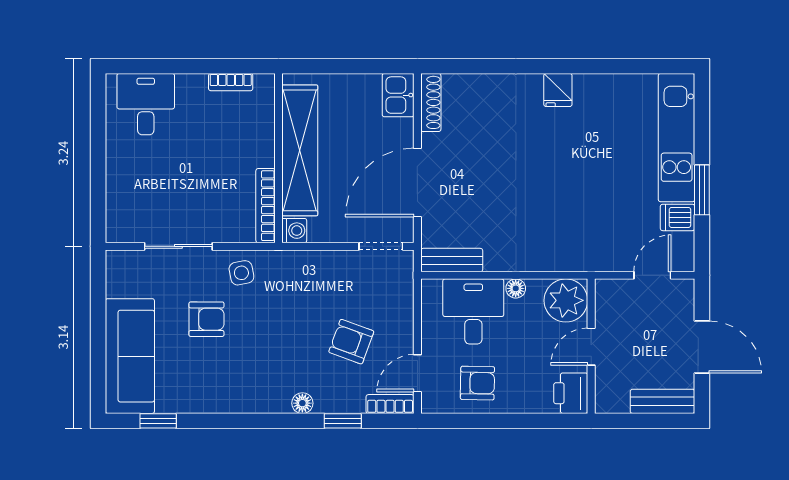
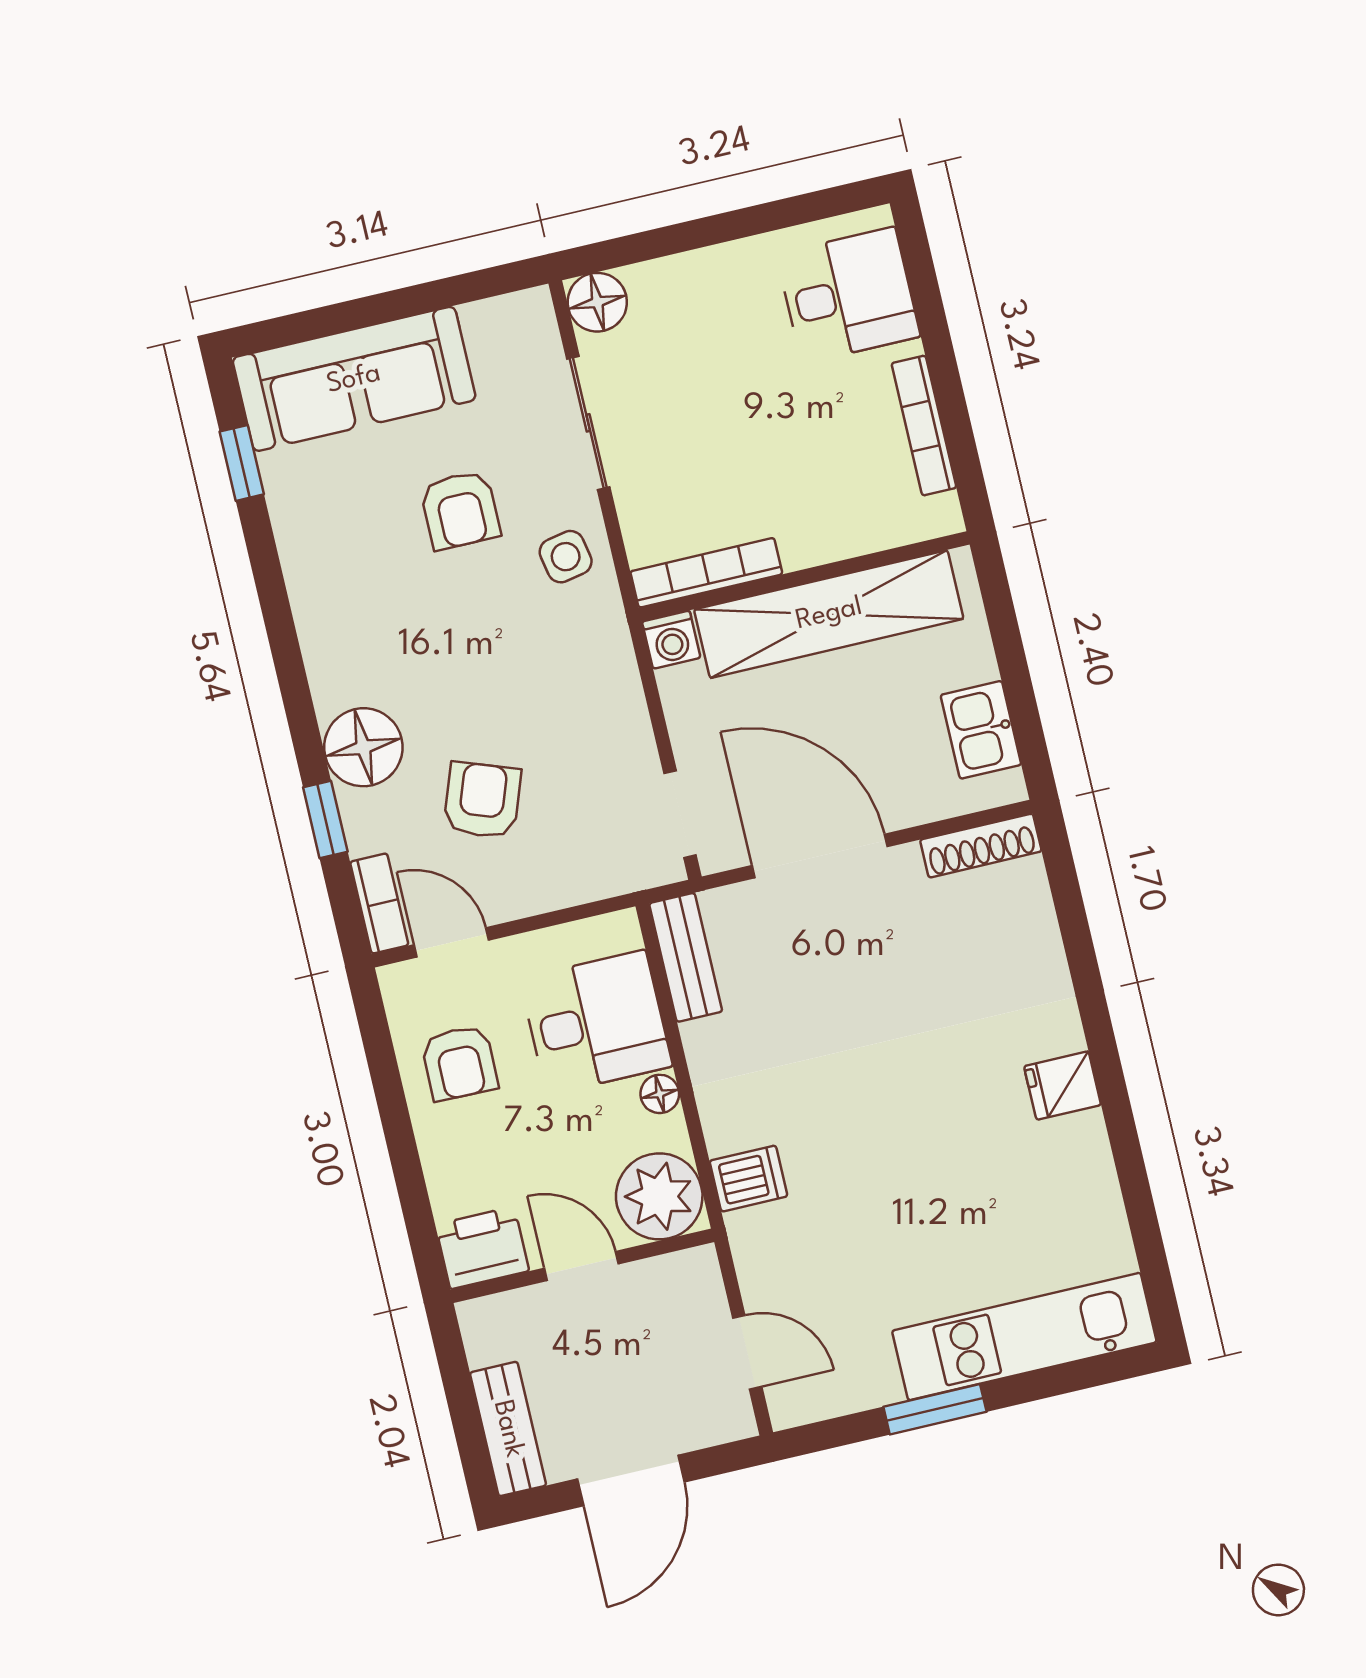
bookcase: (231, 82) -> (924, 426), width x1.56
kitchen sink: (398, 95) -> (981, 730), moved, turned -90
dishwasher: (678, 217) -> (748, 1179), moved, turned 90
floor lamp: (120, 228) -> (597, 302), added
floor lamp: (302, 403) -> (363, 747), width x1.89, depth x1.89

